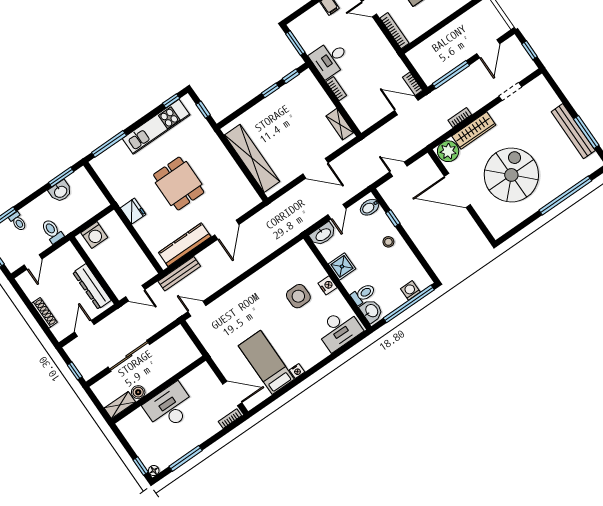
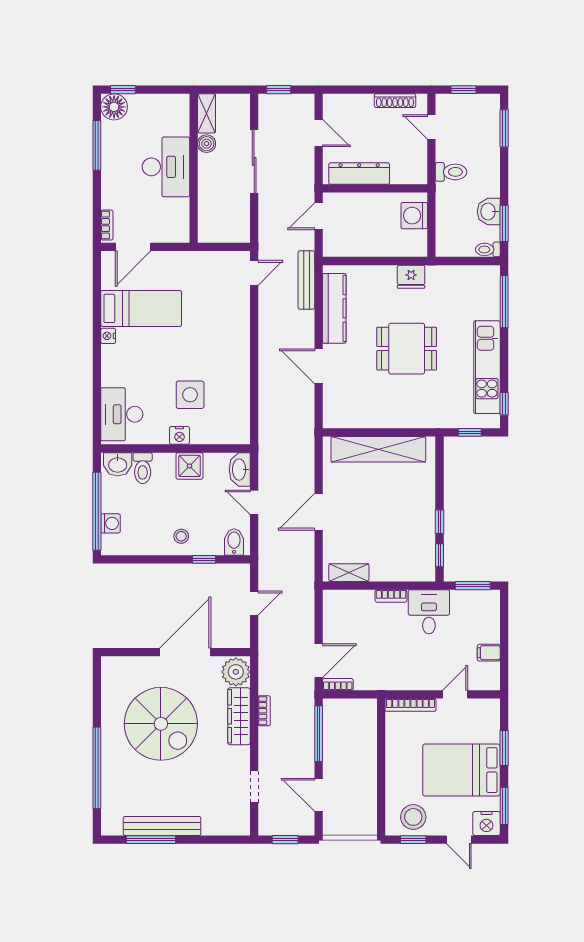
toilet: (18, 222) -> (488, 249), moved
shoe rack: (44, 313) -> (395, 101), moved
floor lamp: (154, 471) -> (114, 107), width x1.89, depth x1.89

